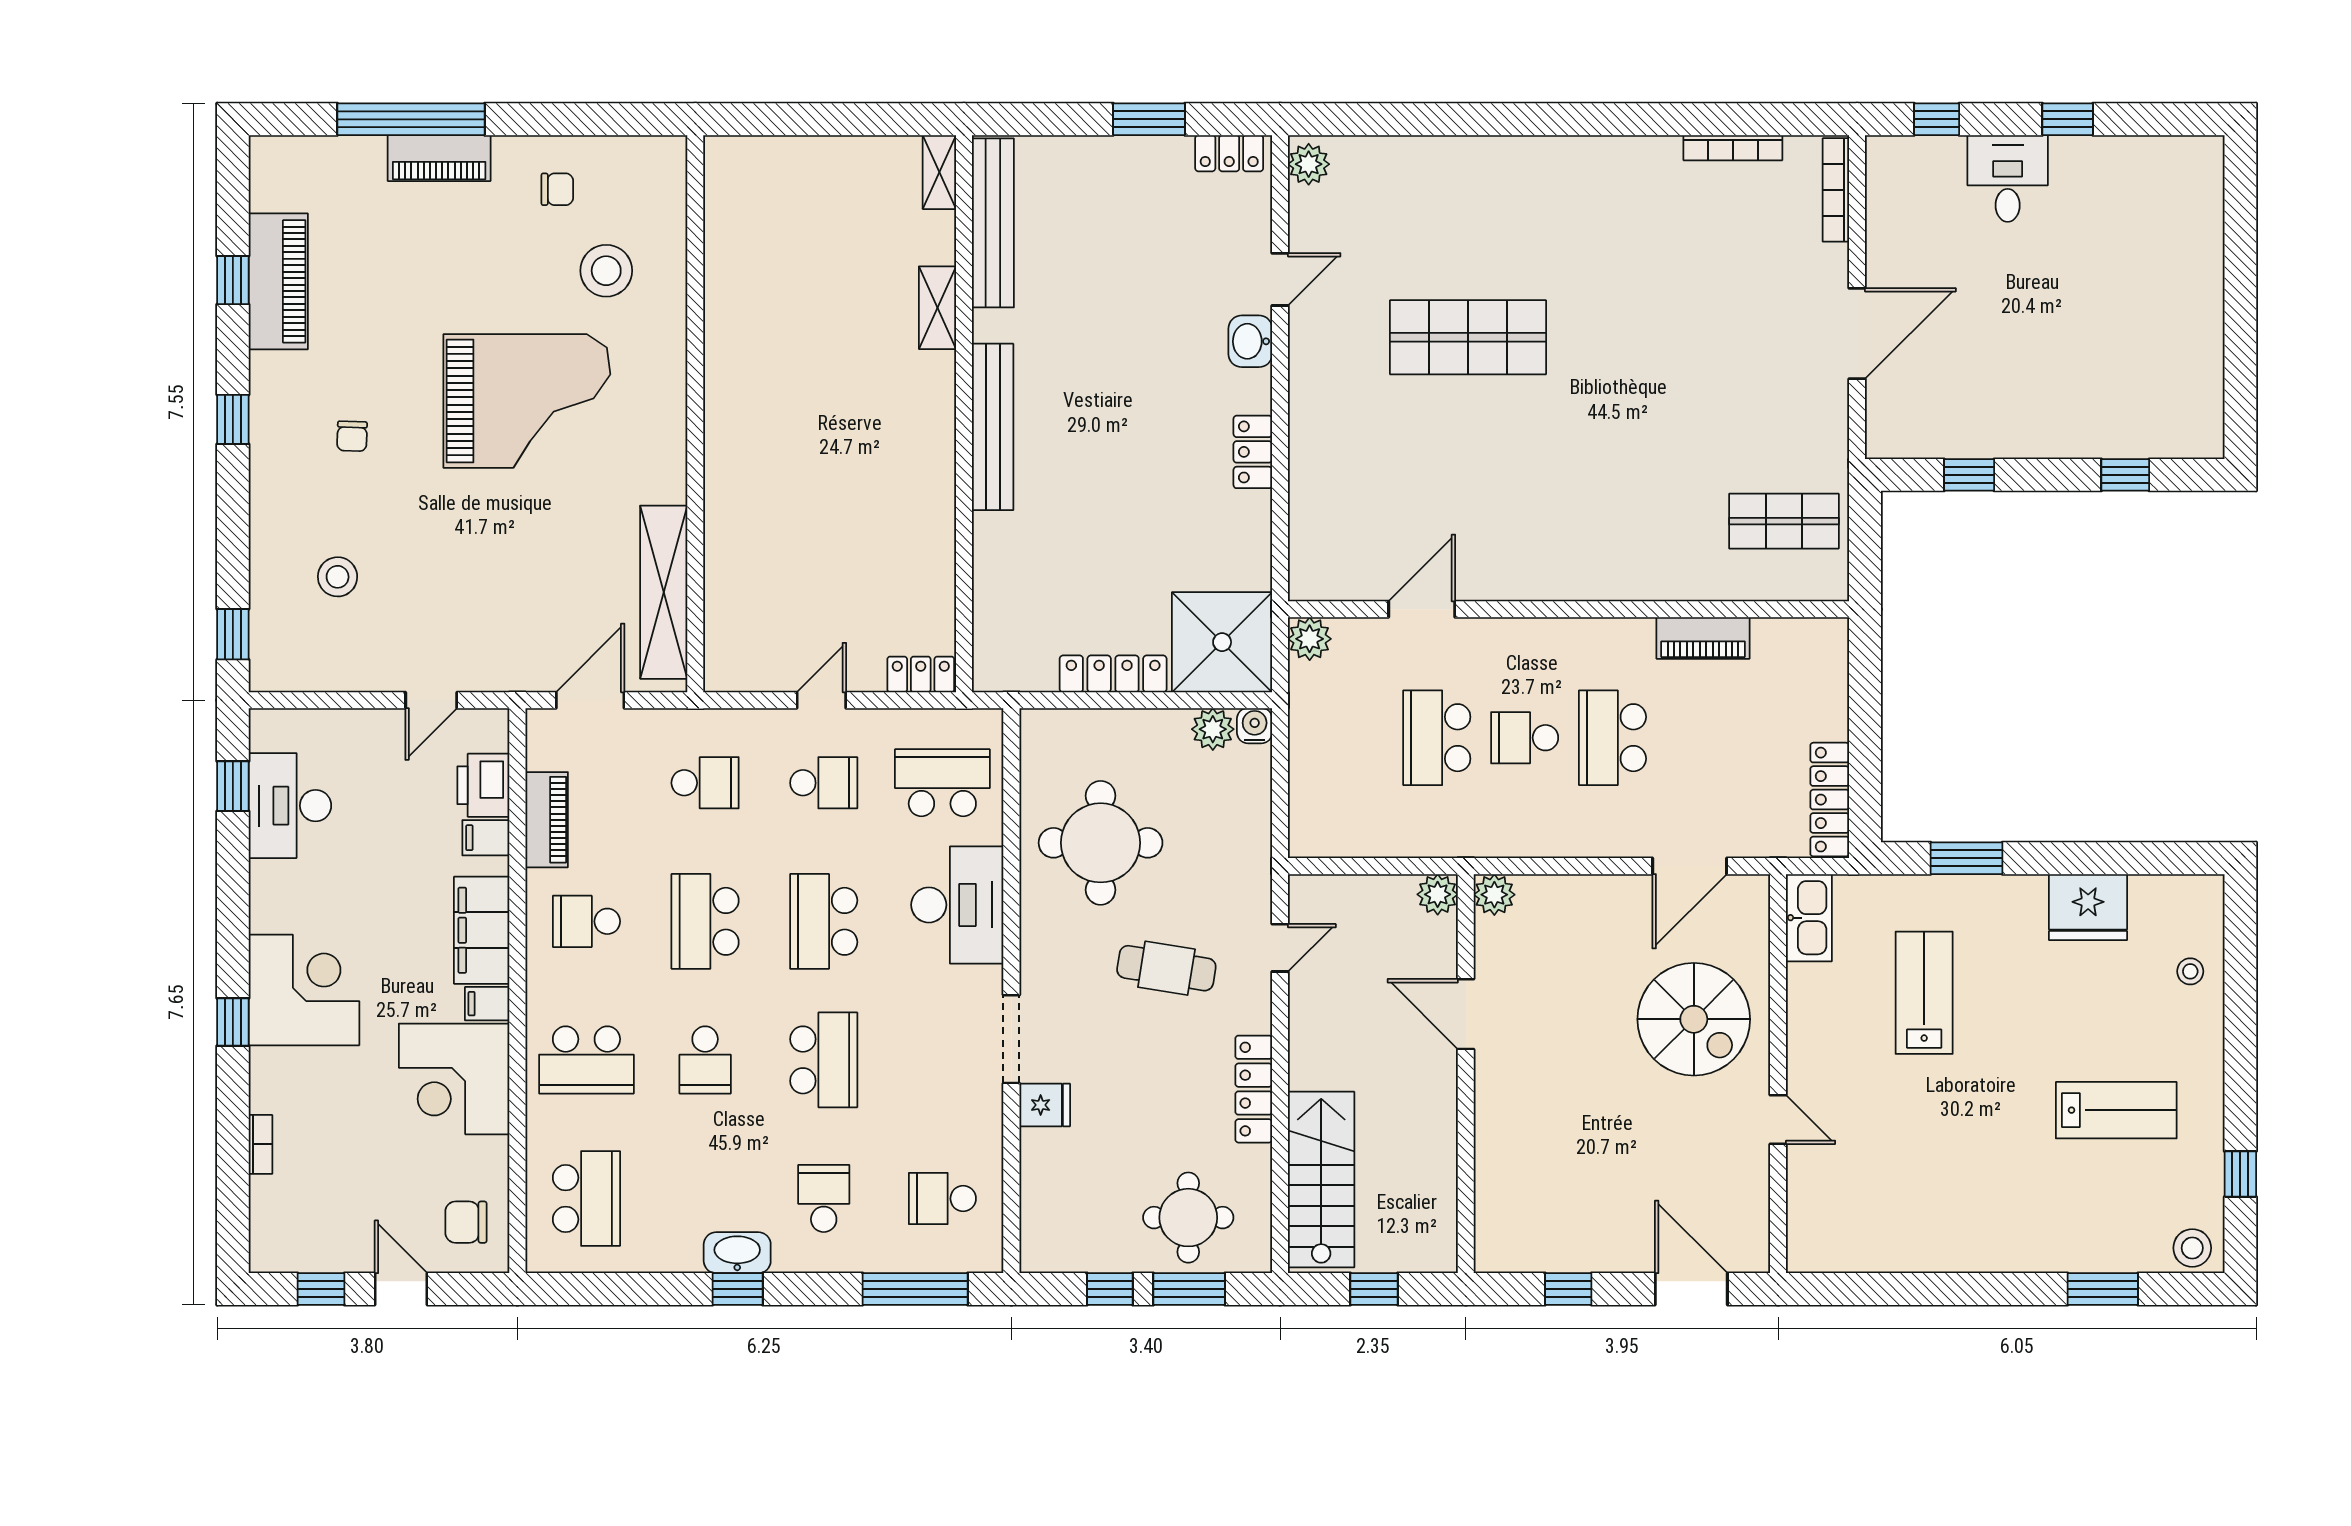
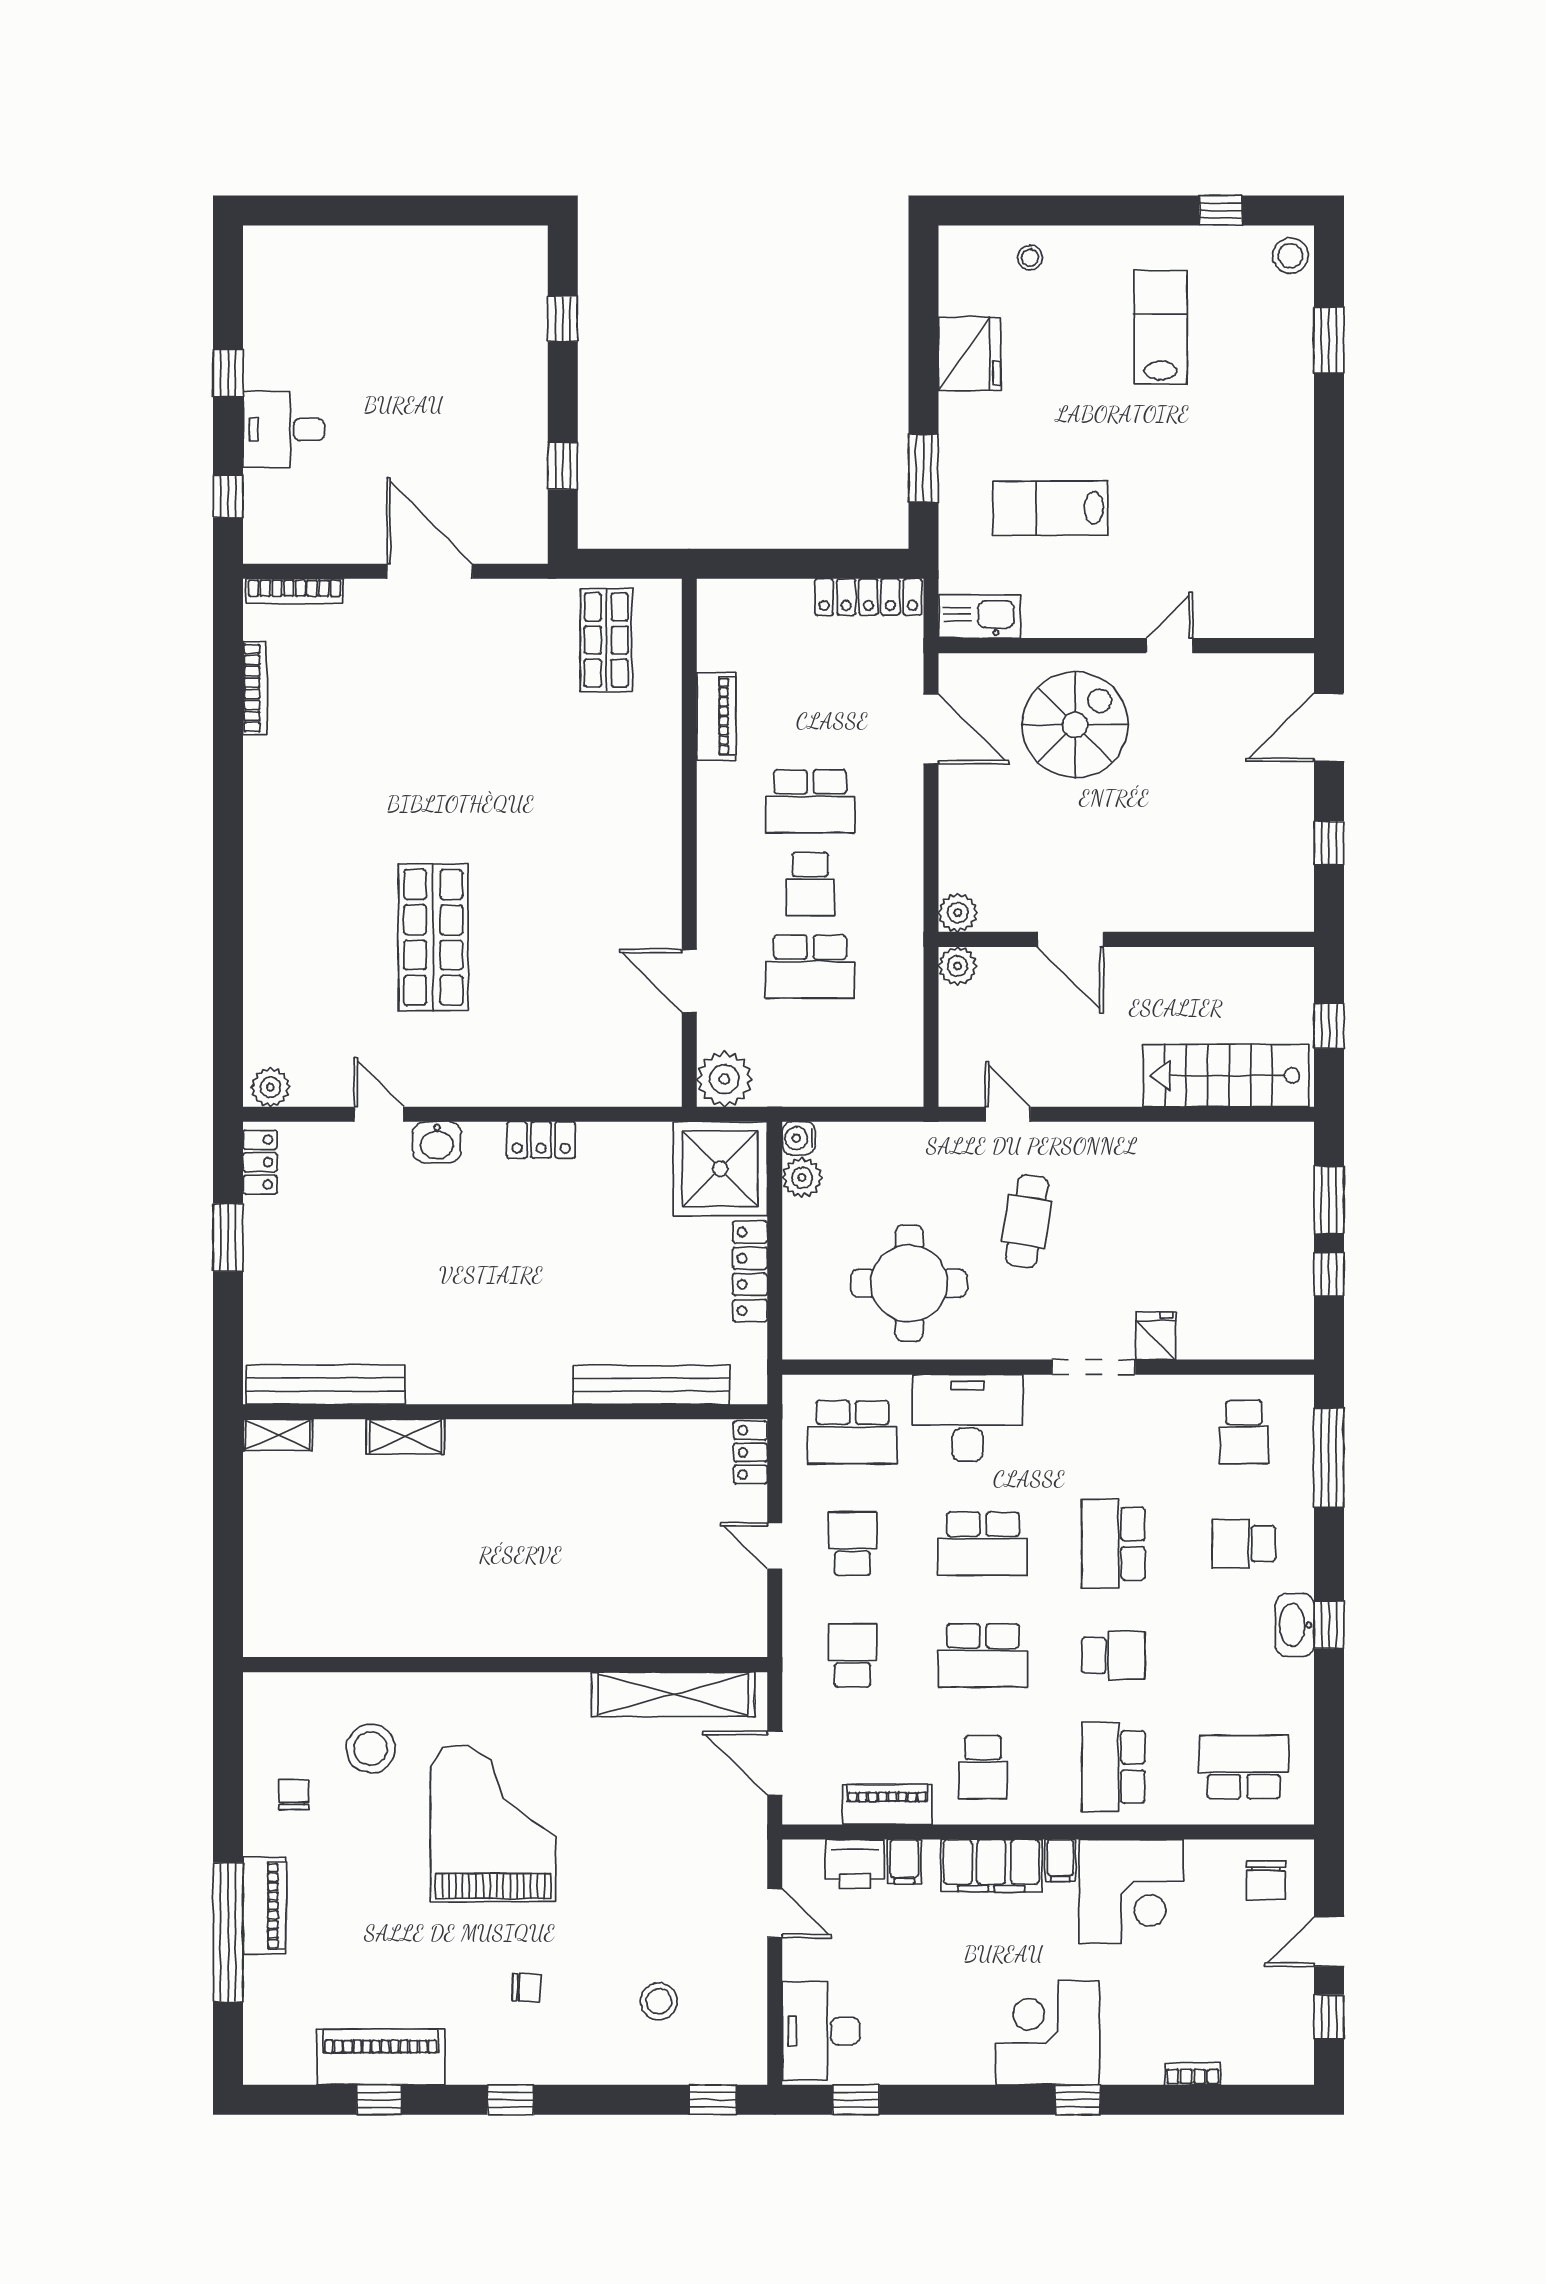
bench: (993, 427) -> (651, 1385), moved
plant: (1310, 639) -> (724, 1079), width x1.36, depth x1.36
school desk: (942, 783) -> (853, 1432), turned -90
desk: (290, 806) -> (821, 2031), moved, turned 90
door: (1466, 1014) -> (1070, 939), hinge flipped
school desk: (586, 1060) -> (1113, 1767), turned 180
school desk: (824, 1060) -> (1113, 1544), turned -90
locker: (1254, 1089) -> (1141, 1139), removed
round table: (1188, 1218) -> (1262, 1201), removed

